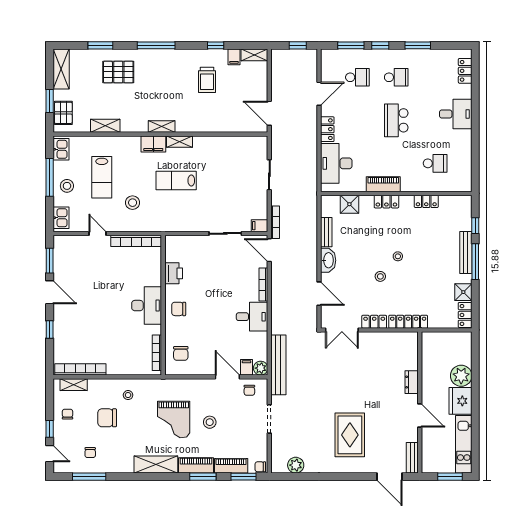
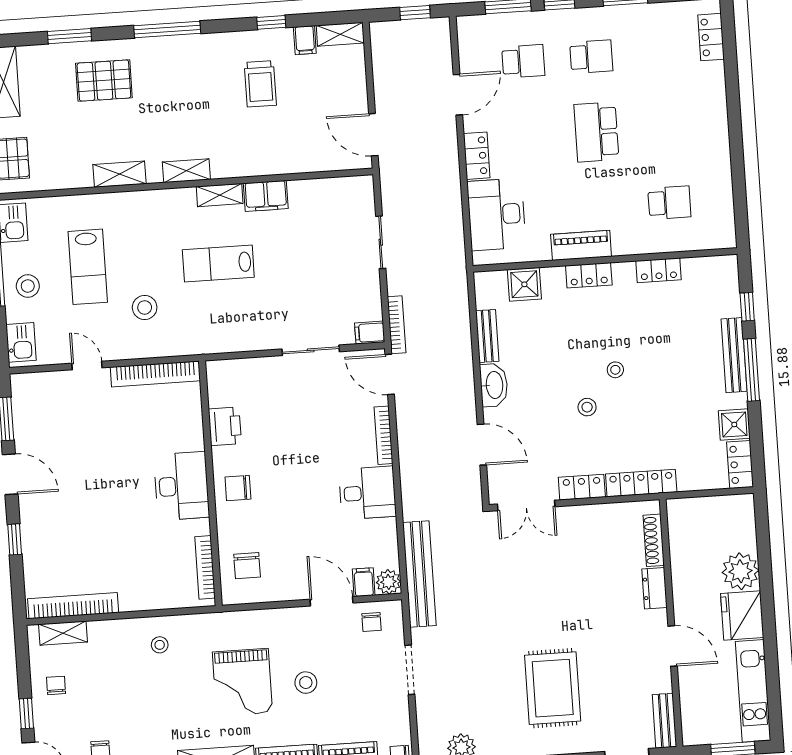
desk: (456, 114) -> (700, 114), removed
shelving: (105, 126) -> (120, 174), moved
filing cabinet: (153, 144) -> (266, 196), moved
shoe rack: (413, 355) -> (654, 540), added
chair: (107, 418) -> (126, 687), removed

